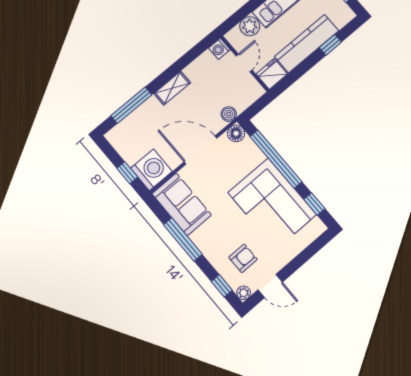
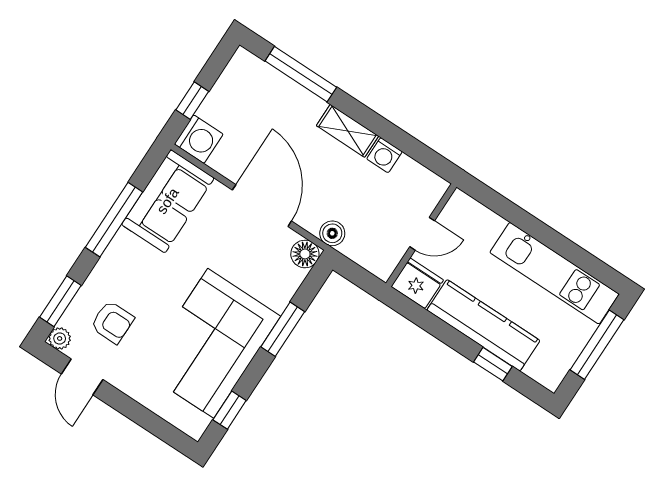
plant: (250, 26) -> (485, 225), removed
washing machine: (219, 49) -> (384, 155), moved, turned -90
window: (276, 159) -> (283, 329), width x0.47
washing machine: (151, 170) -> (199, 139), width x0.73, depth x0.73
window: (222, 286) -> (60, 301), width x1.50

